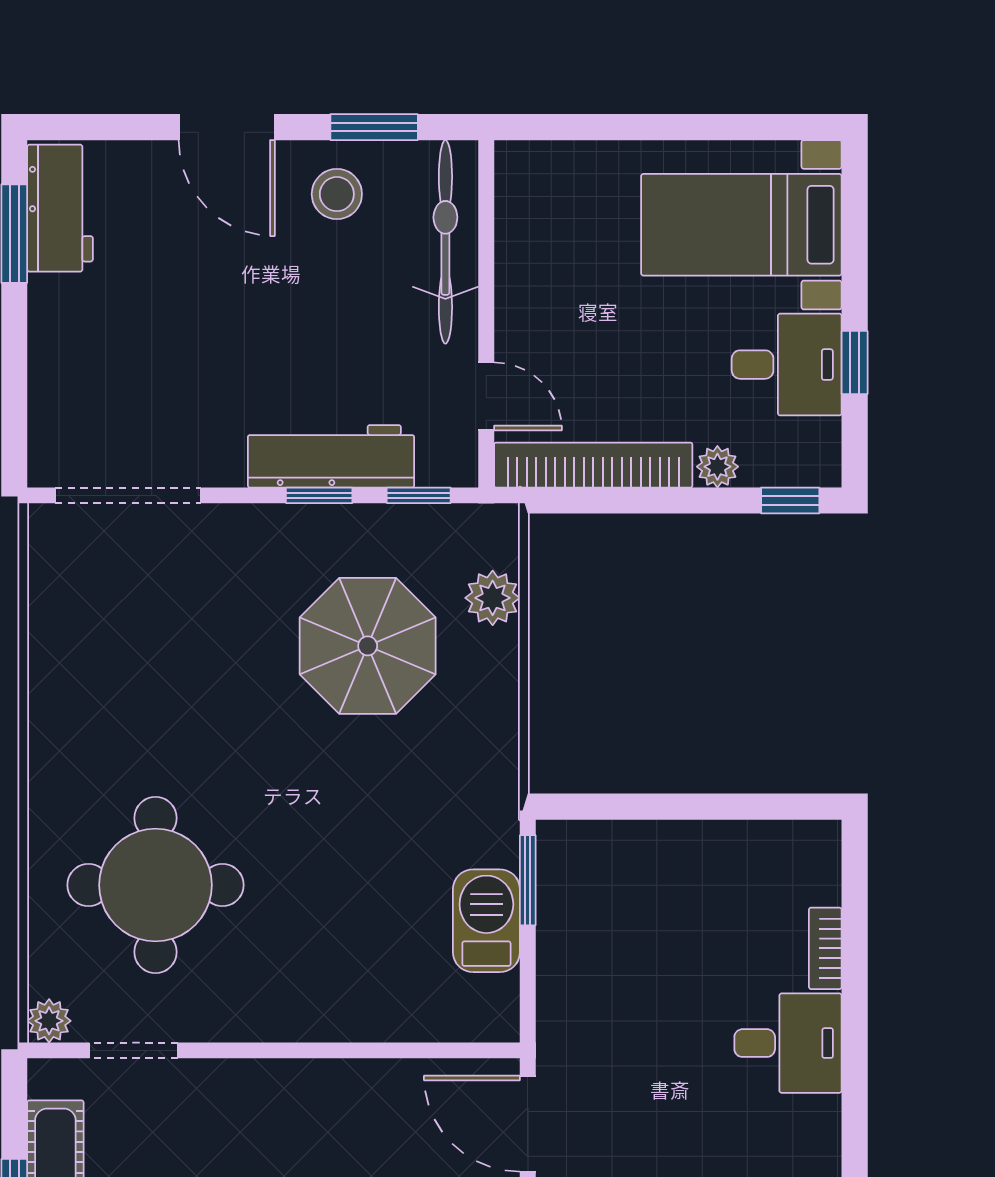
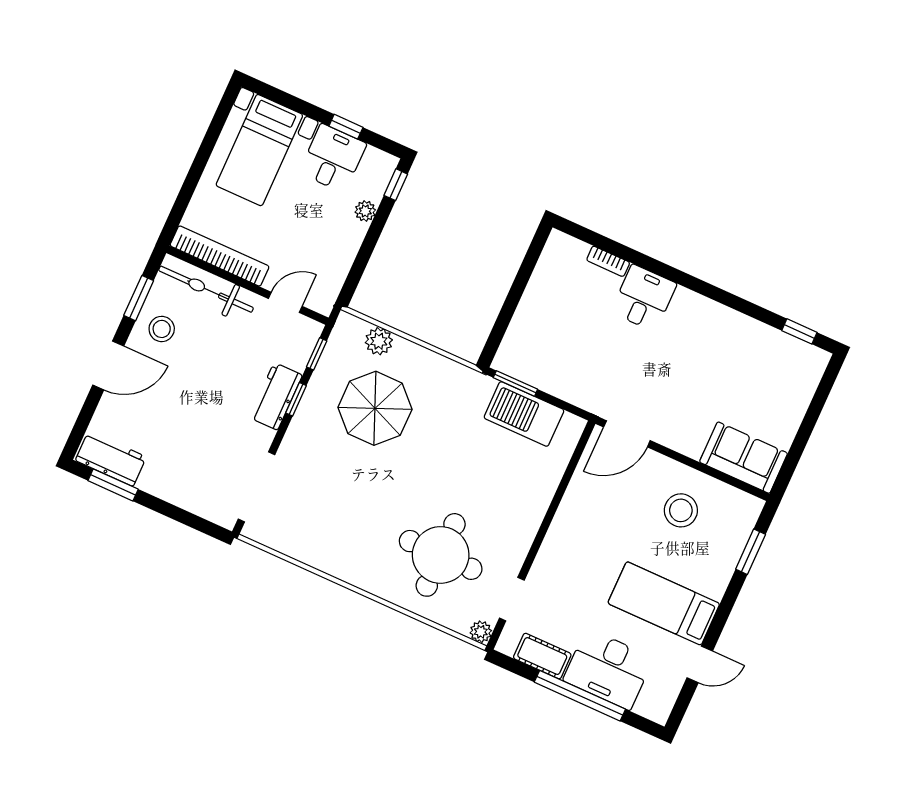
workbench: (331, 456) -> (276, 396), width x0.73
bookcase: (593, 465) -> (220, 256), moved, turned 90
barbecue: (486, 921) -> (524, 414), width x1.37, depth x1.21

